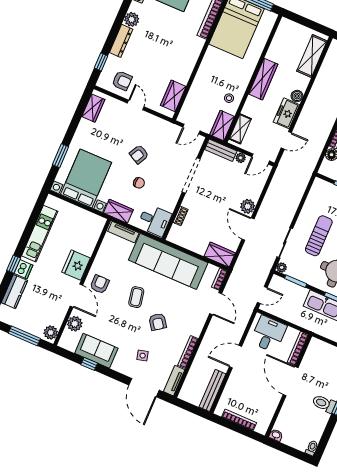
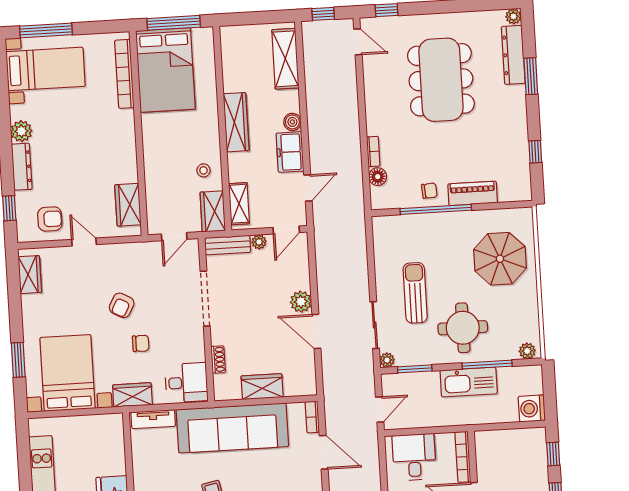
wardrobe: (220, 255) -> (262, 387), moved

